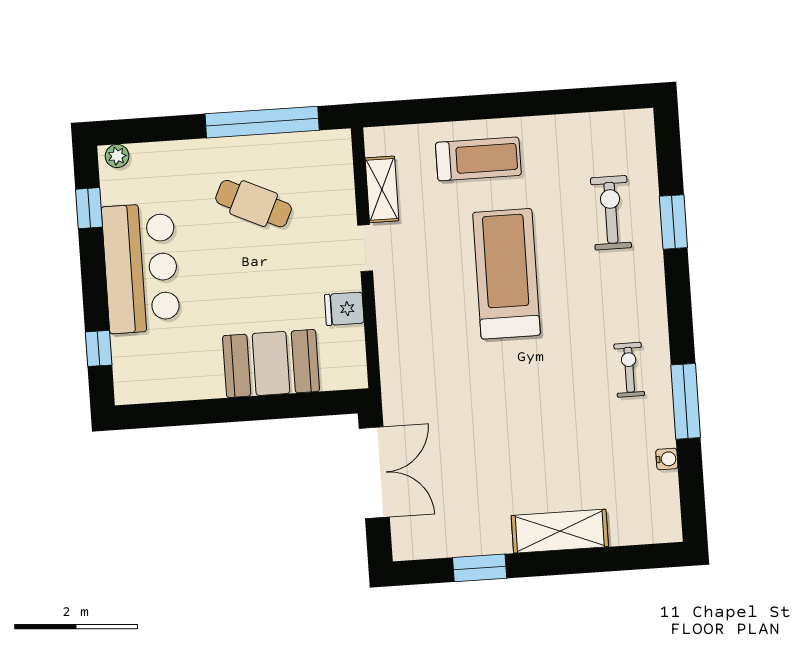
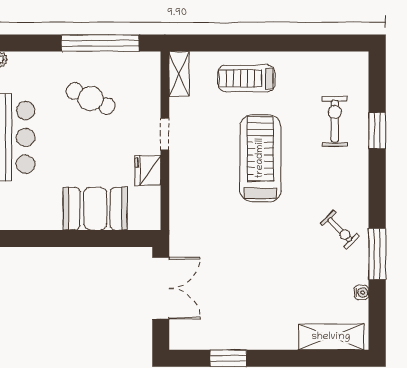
treadmill: (478, 159) -> (247, 78), turned 180
shelving: (382, 189) -> (179, 74), moved
fridge: (344, 309) -> (148, 171), width x1.38
exercise bike: (629, 370) -> (340, 230), turned 135
shelving: (560, 531) -> (331, 337), moved

